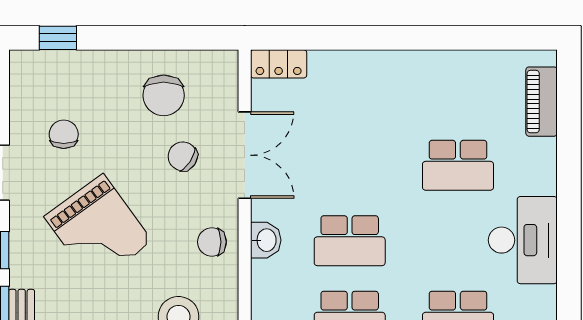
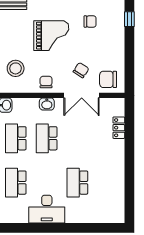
locker: (279, 64) -> (119, 128), moved
chair: (164, 95) -> (108, 79), moved
piano: (542, 102) -> (103, 217), removed
grand piano: (98, 229) -> (51, 36), turned -144

